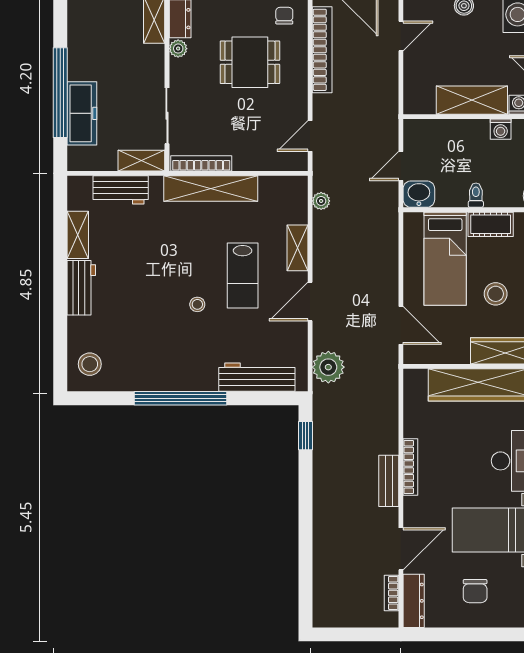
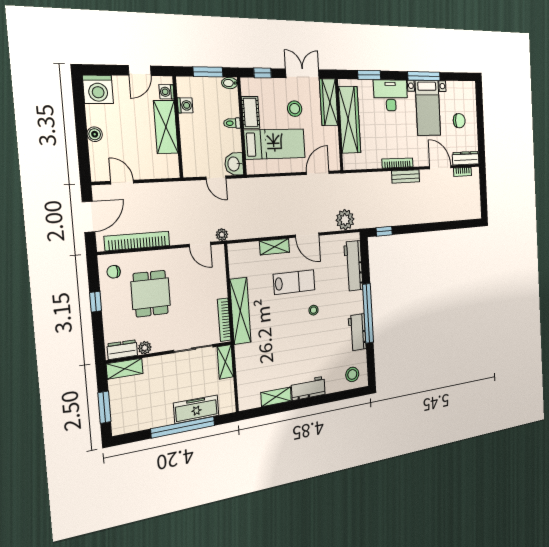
workbench: (121, 190) -> (357, 332), moved, turned 180
plant: (321, 201) -> (222, 235), moved

